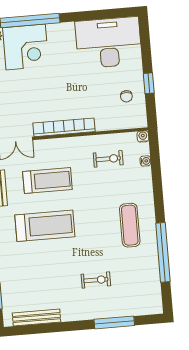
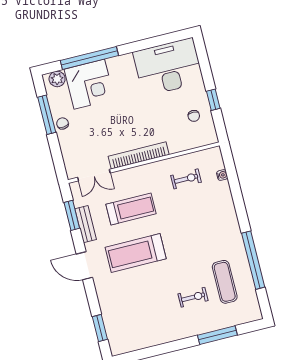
water cooler: (143, 136) -> (216, 152), removed
exercise mat: (130, 225) -> (225, 282), moved
treadmill: (45, 226) -> (136, 253), turned 180
bench: (37, 318) -> (142, 343), removed

